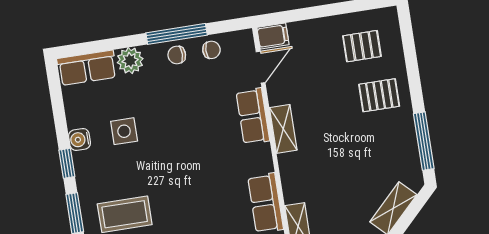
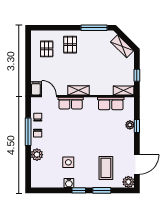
row of seats: (87, 68) -> (37, 175), removed

